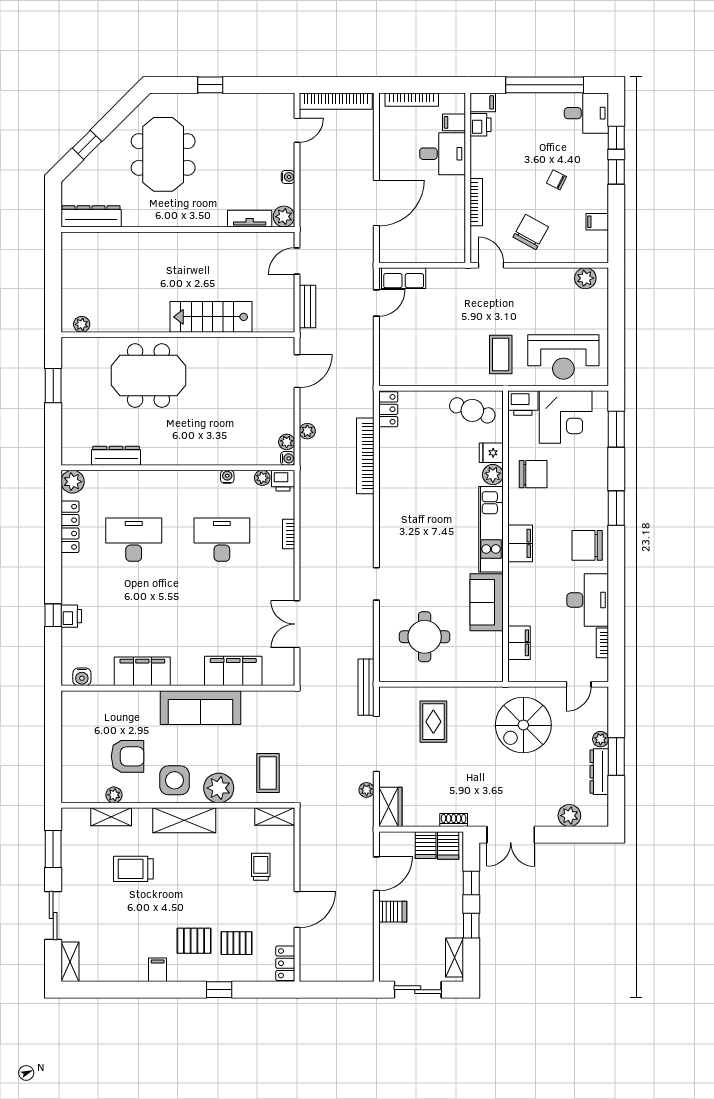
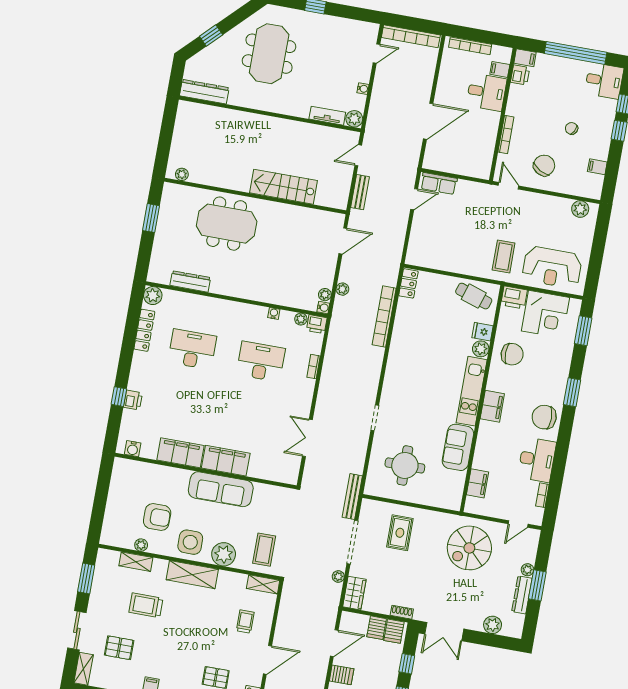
filing cabinet: (233, 671) -> (226, 461), moved
pallet: (194, 941) -> (119, 648), moved

